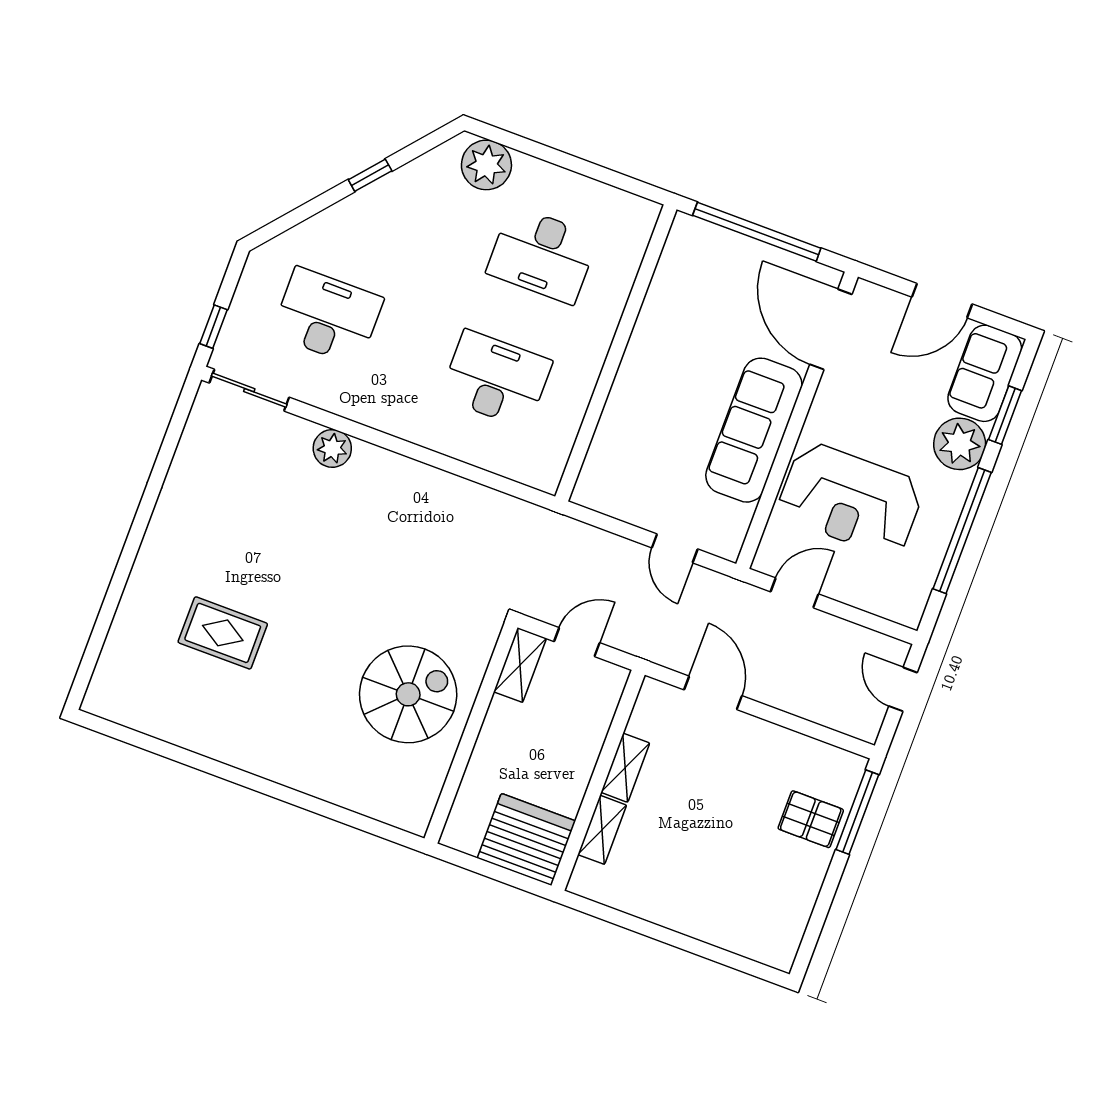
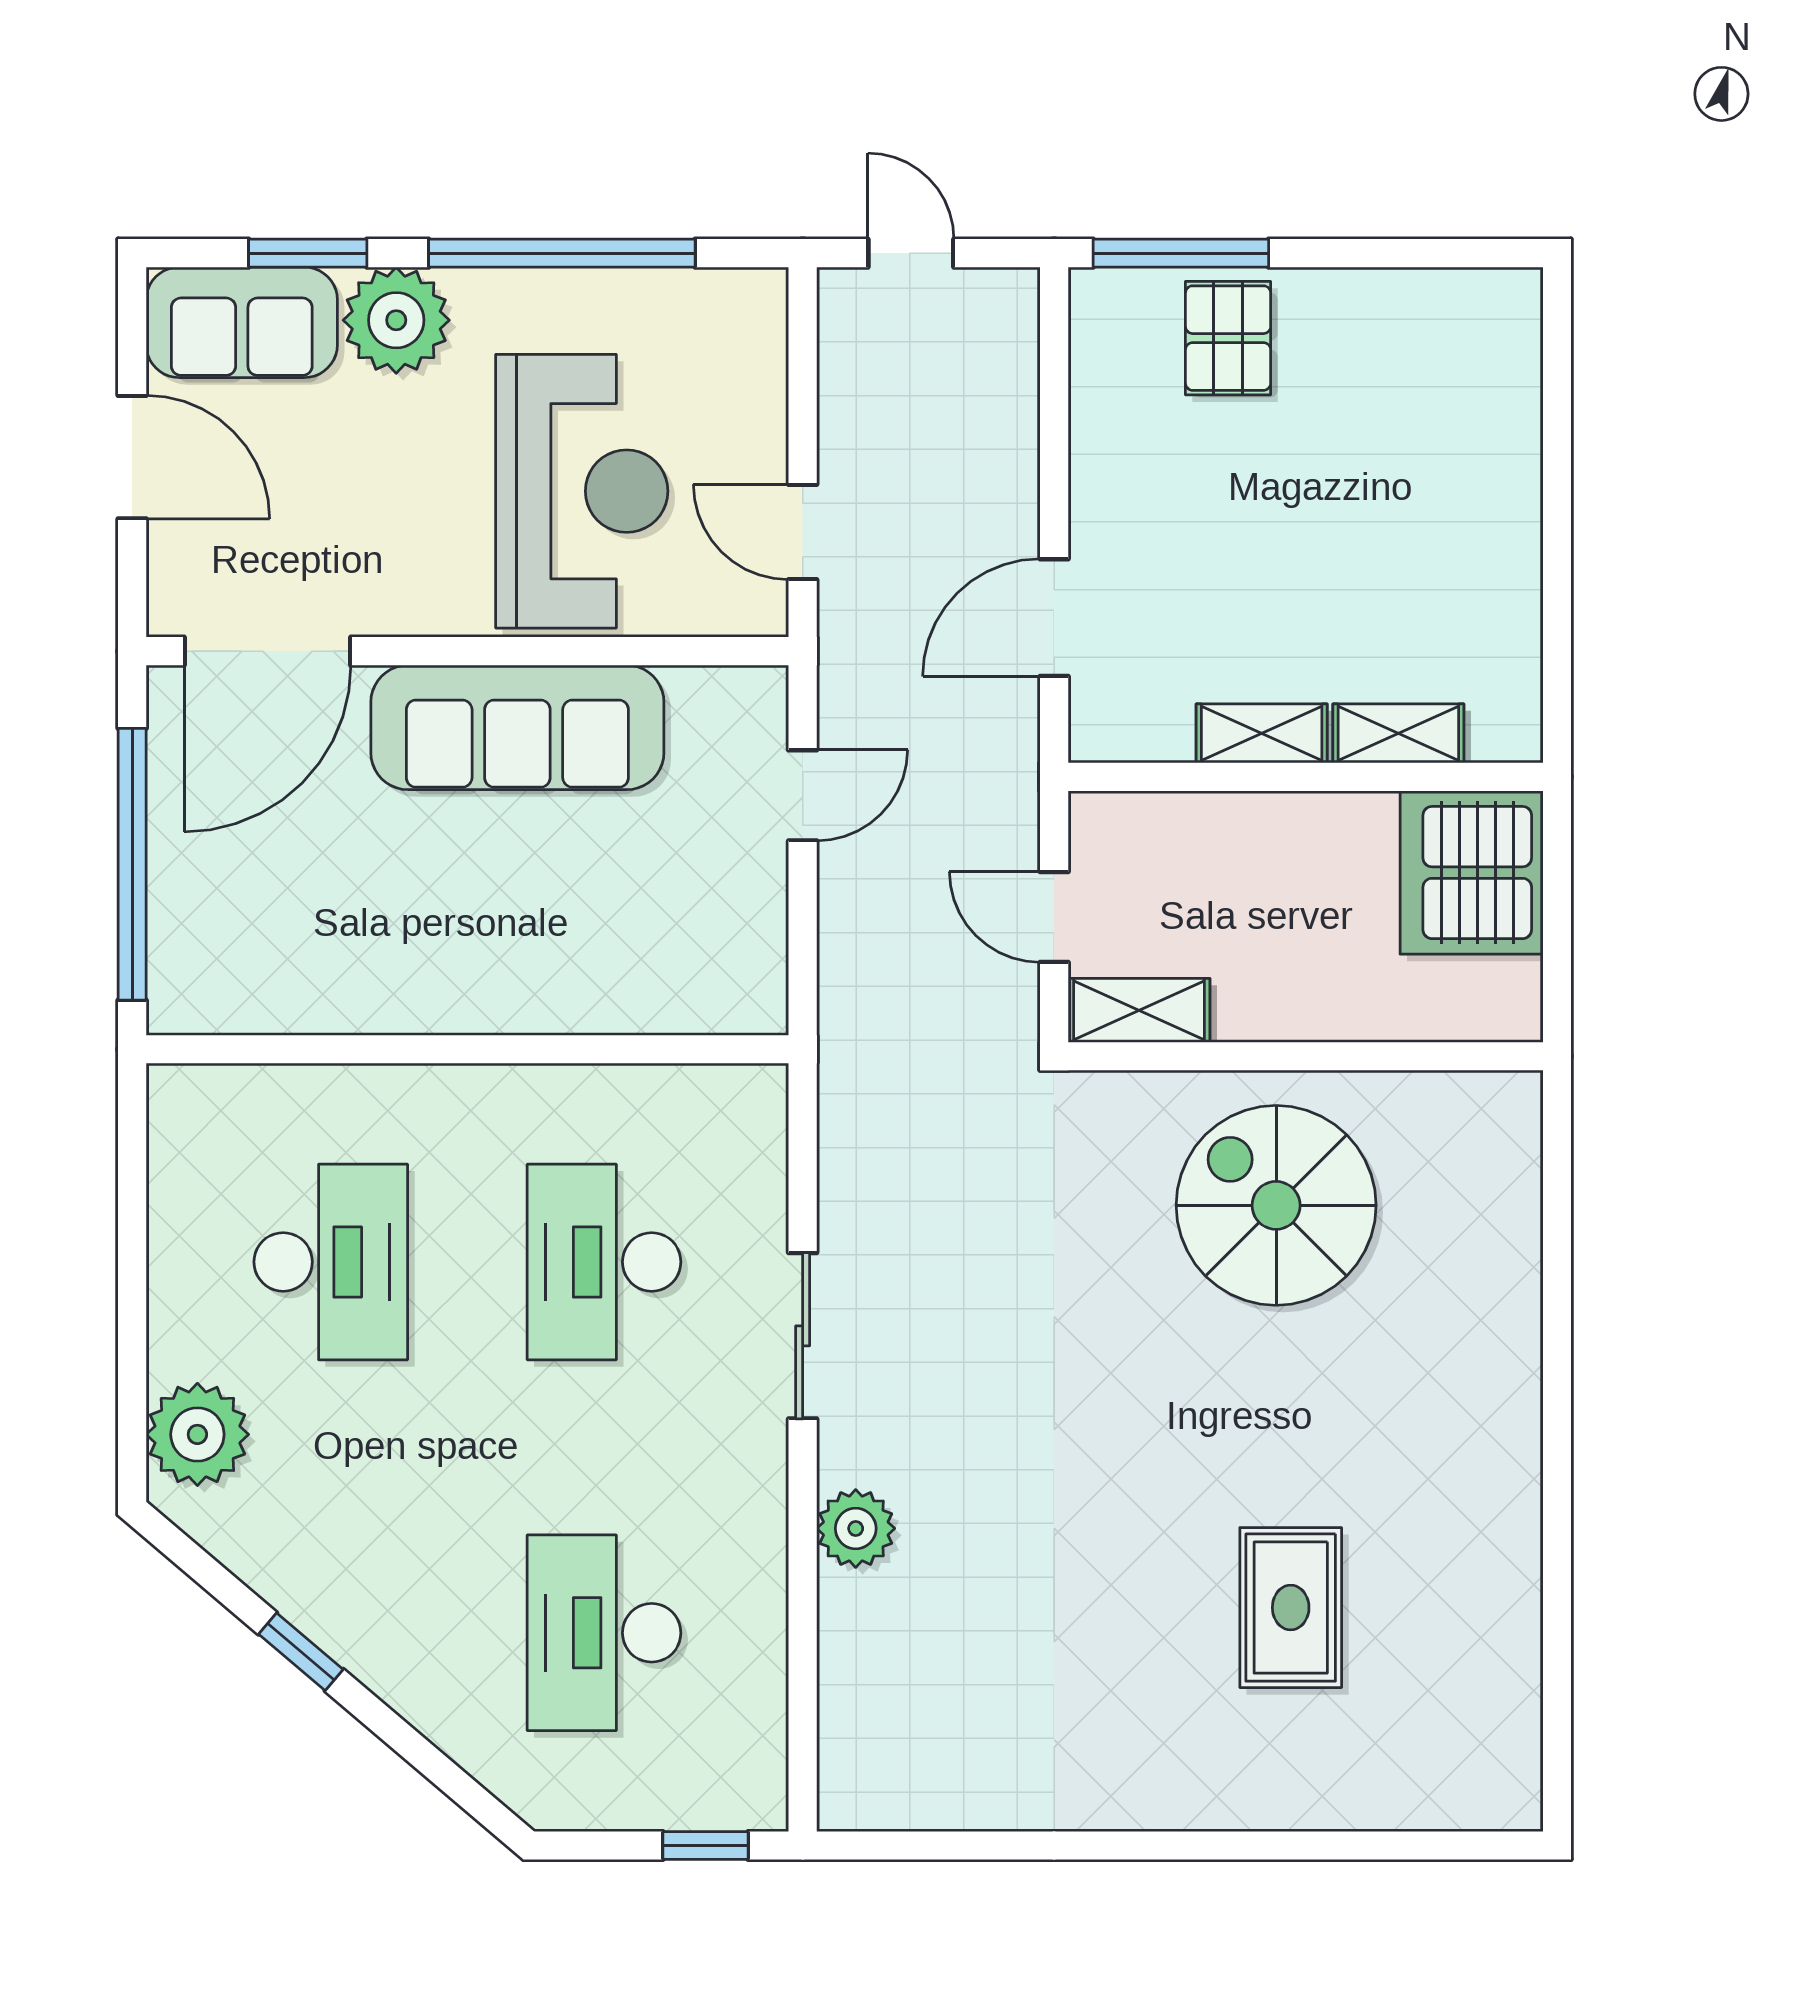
sliding door: (249, 390) -> (803, 1336), moved
door: (903, 689) -> (911, 253), swing flipped

